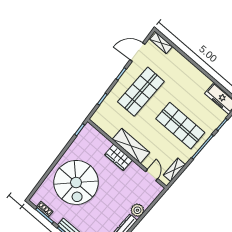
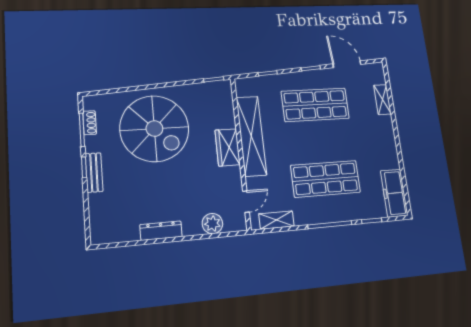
shelving: (161, 43) -> (382, 100), moved
shop shelf: (180, 126) -> (326, 179), turned 90
shelving: (131, 146) -> (251, 136), width x1.47
spiral stairs: (76, 182) -> (154, 129), turned -90
plant: (137, 210) -> (212, 224), moved

